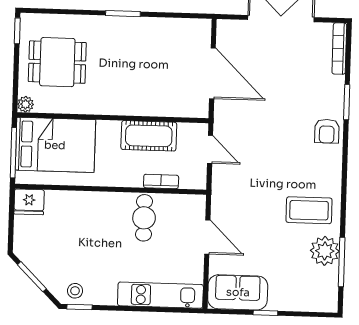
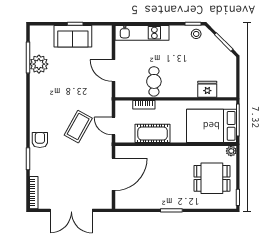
door: (212, 73) -> (114, 174), swing flipped
fridge: (29, 202) -> (207, 89), moved
coffee table: (309, 210) -> (78, 127), moved, turned -61
sofa: (238, 292) -> (73, 36), moved

